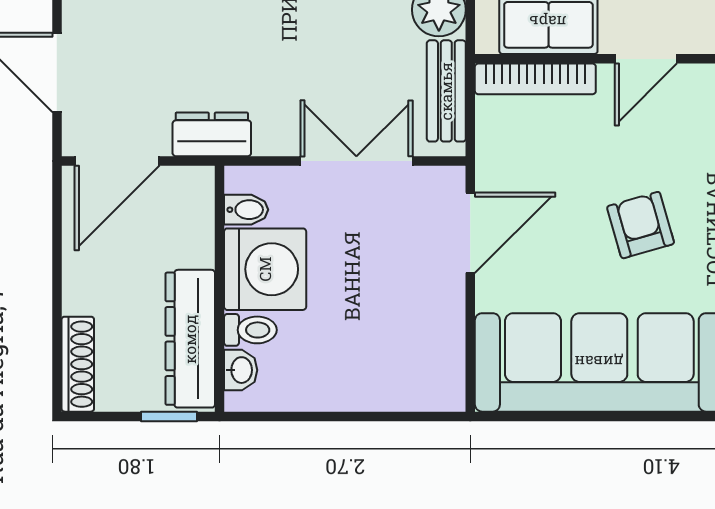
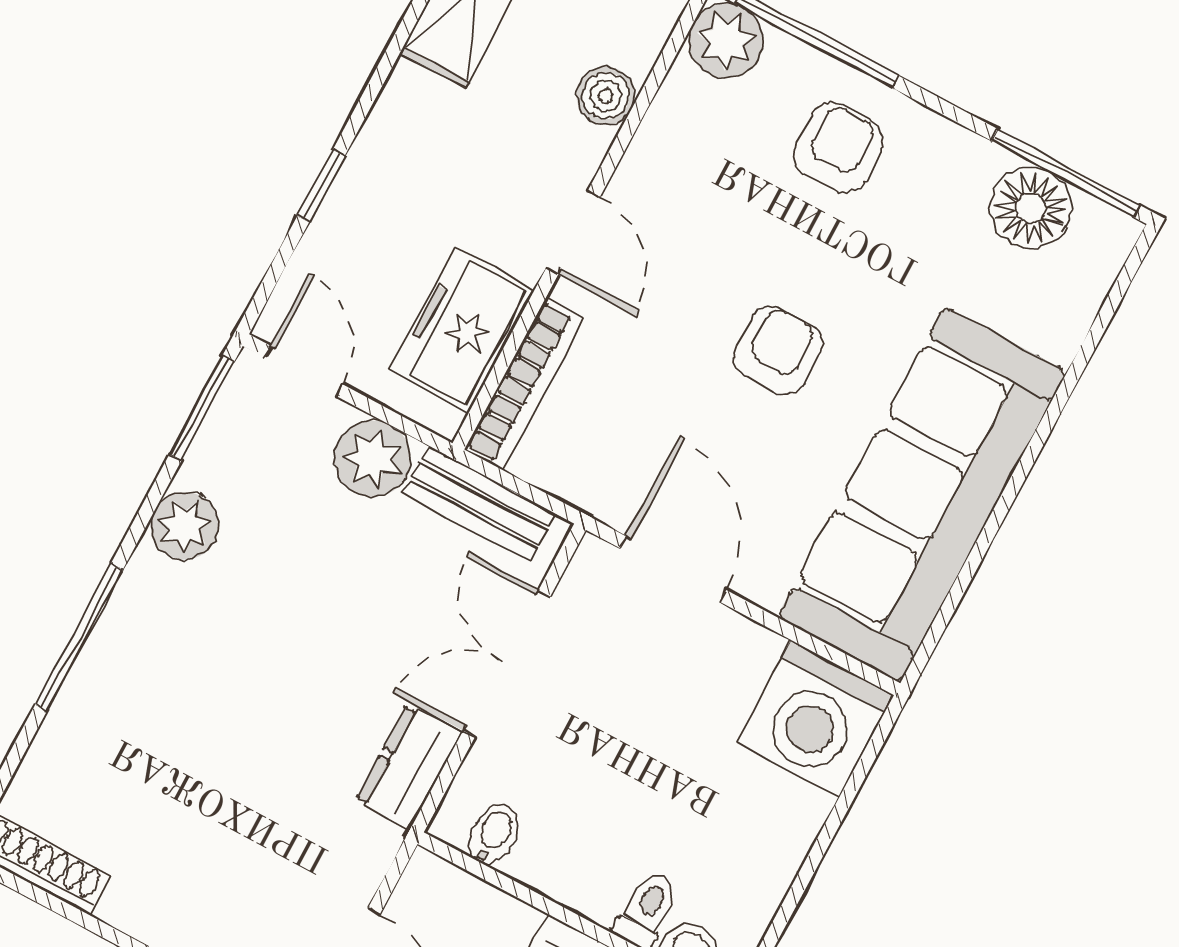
dresser: (212, 134) -> (408, 767), moved
armchair: (641, 225) -> (778, 351), turned 106
washing machine: (265, 269) -> (815, 719), moved, turned 180

